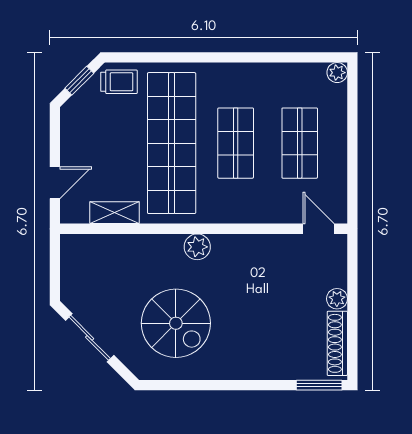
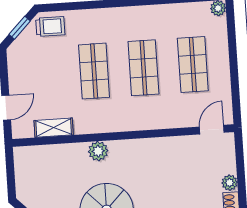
shop shelf: (172, 143) -> (94, 71), width x0.50, depth x0.74
door: (318, 229) -> (212, 130), hinge flipped
plant: (197, 247) -> (98, 151), moved

